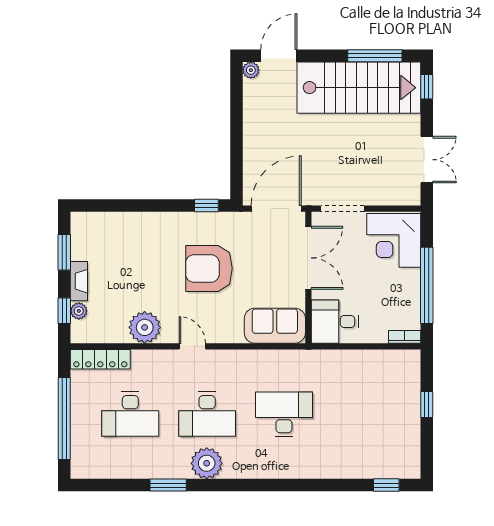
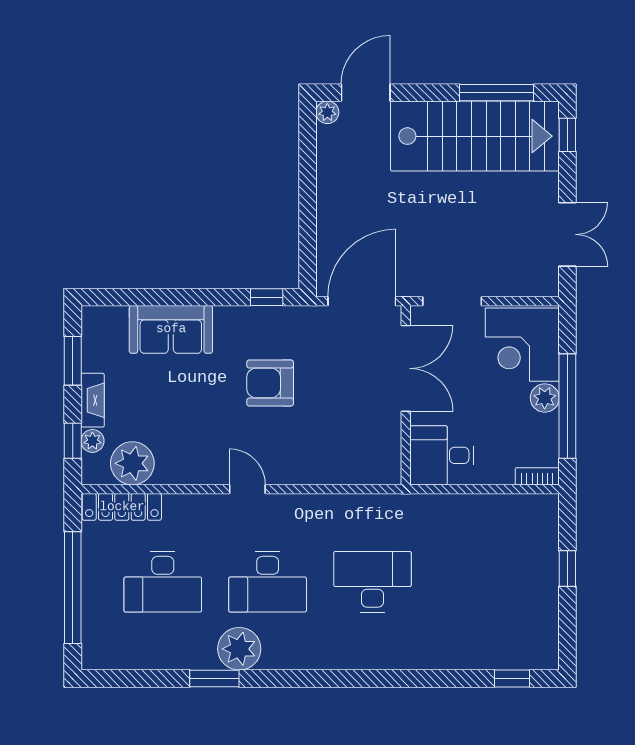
armchair: (209, 268) -> (270, 383), width x0.73, depth x0.73
plant: (410, 279) -> (545, 398), added
sofa: (275, 326) -> (171, 329), moved, turned 180
plant: (145, 327) -> (132, 463), moved
plant: (207, 463) -> (239, 649), moved

